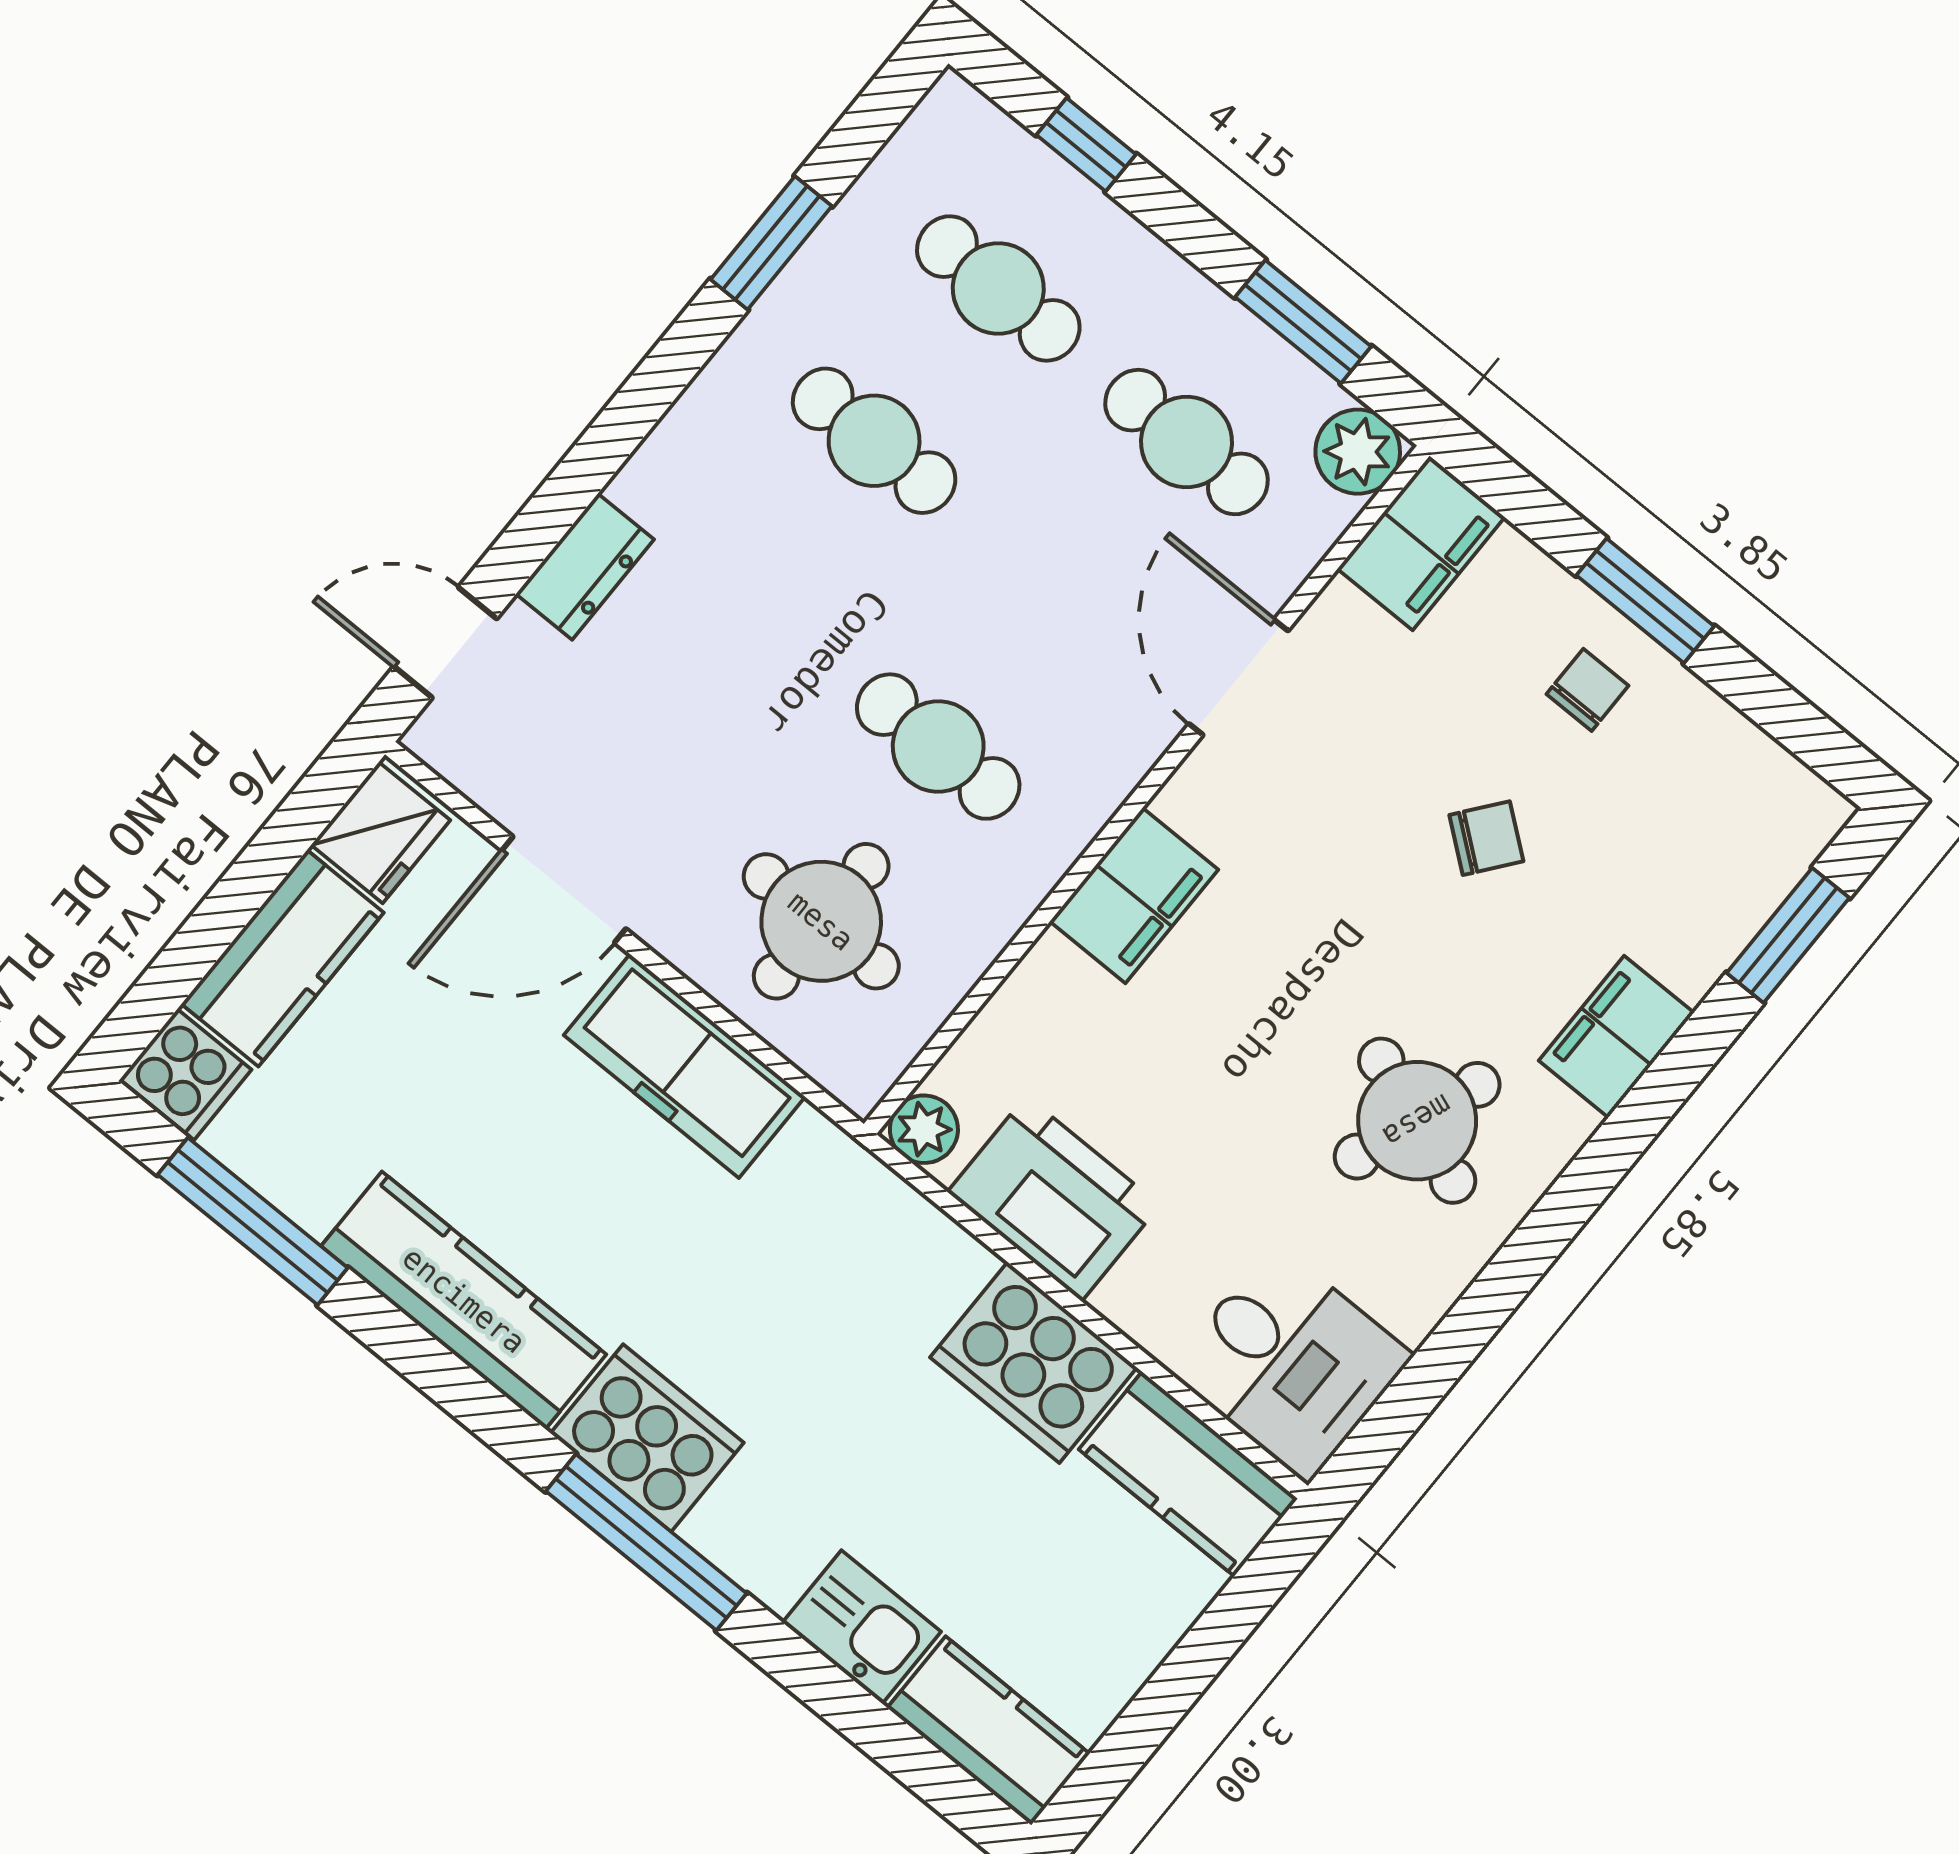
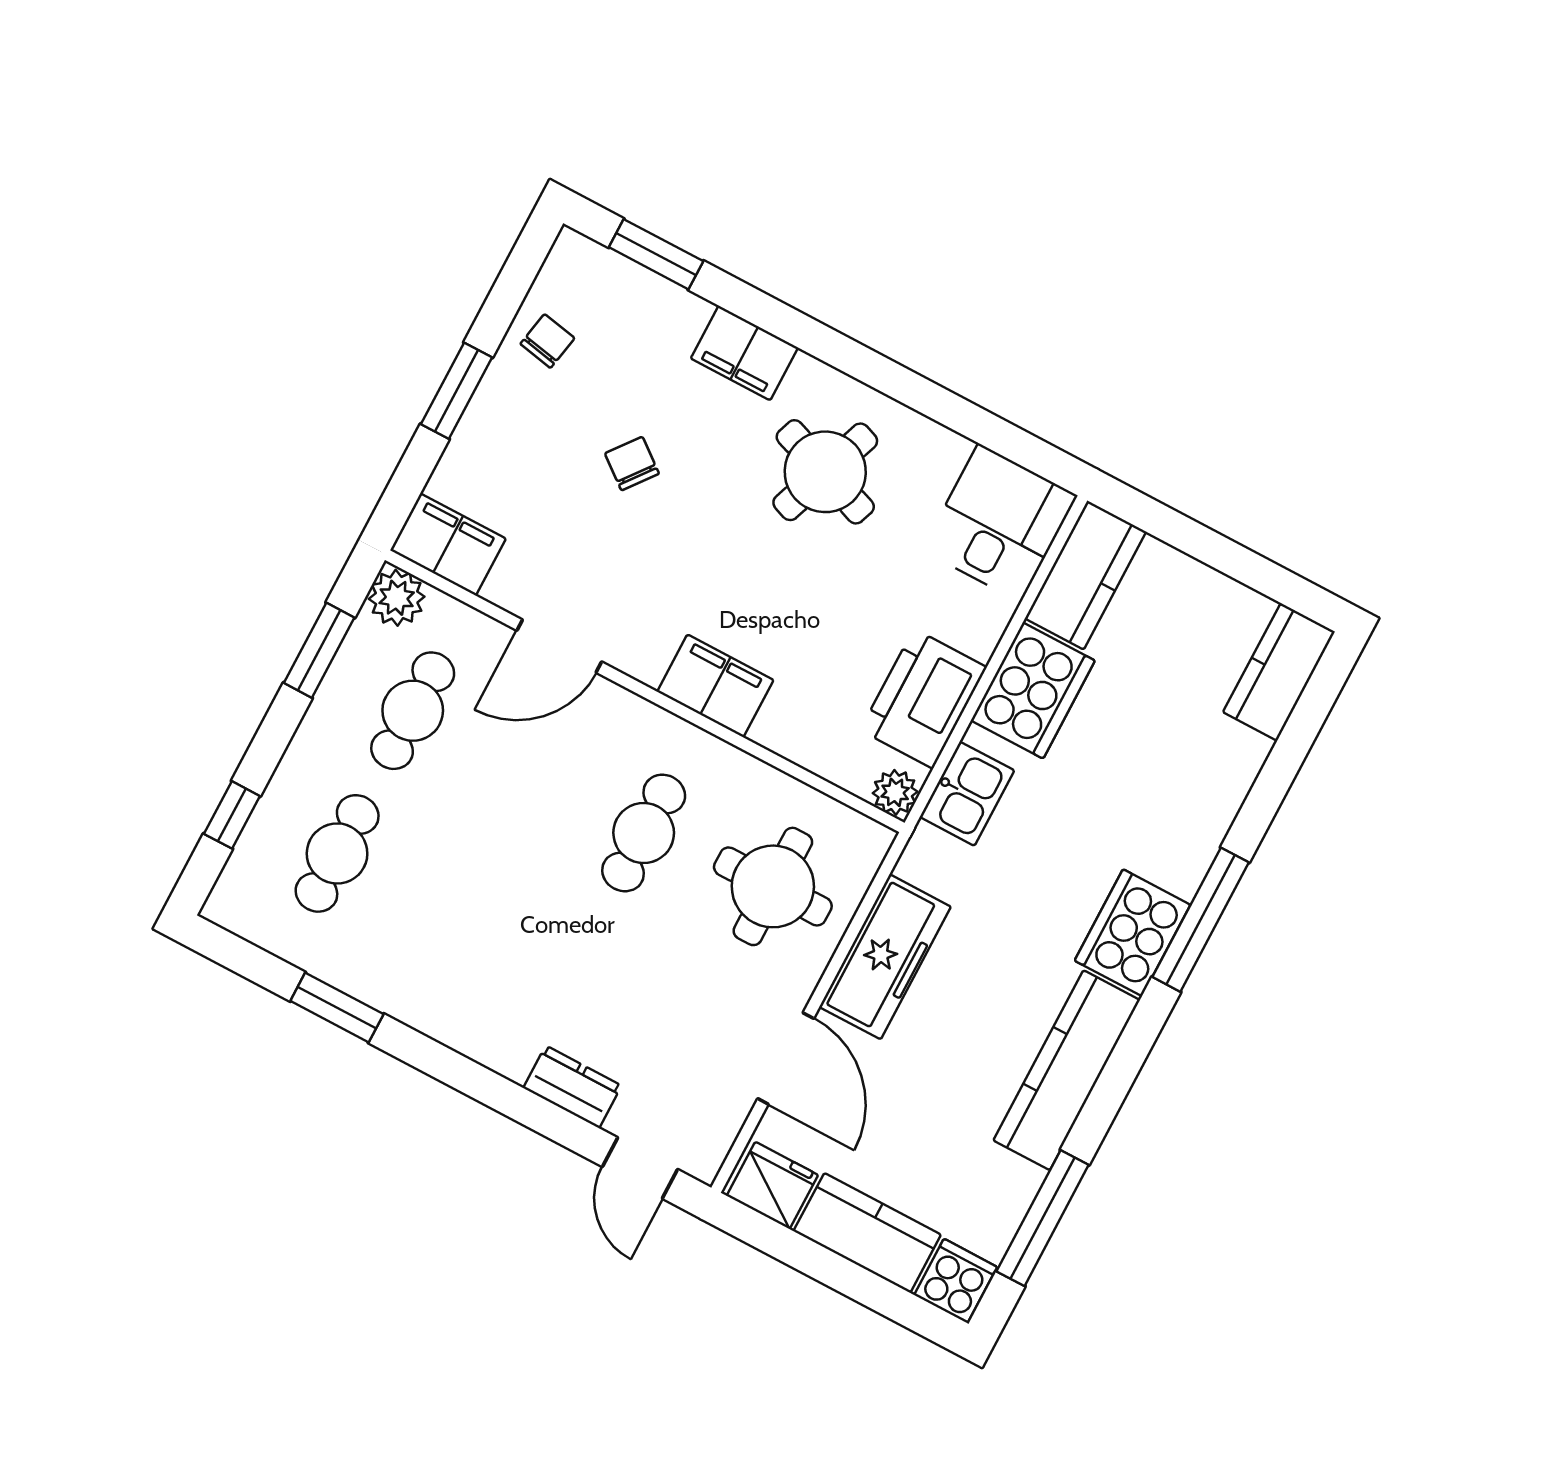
cafe table: (874, 441) -> (453, 915), removed
chair: (1587, 690) -> (547, 341), moved, turned 101
kitchen sink: (862, 1627) -> (967, 794), moved, turned 180

